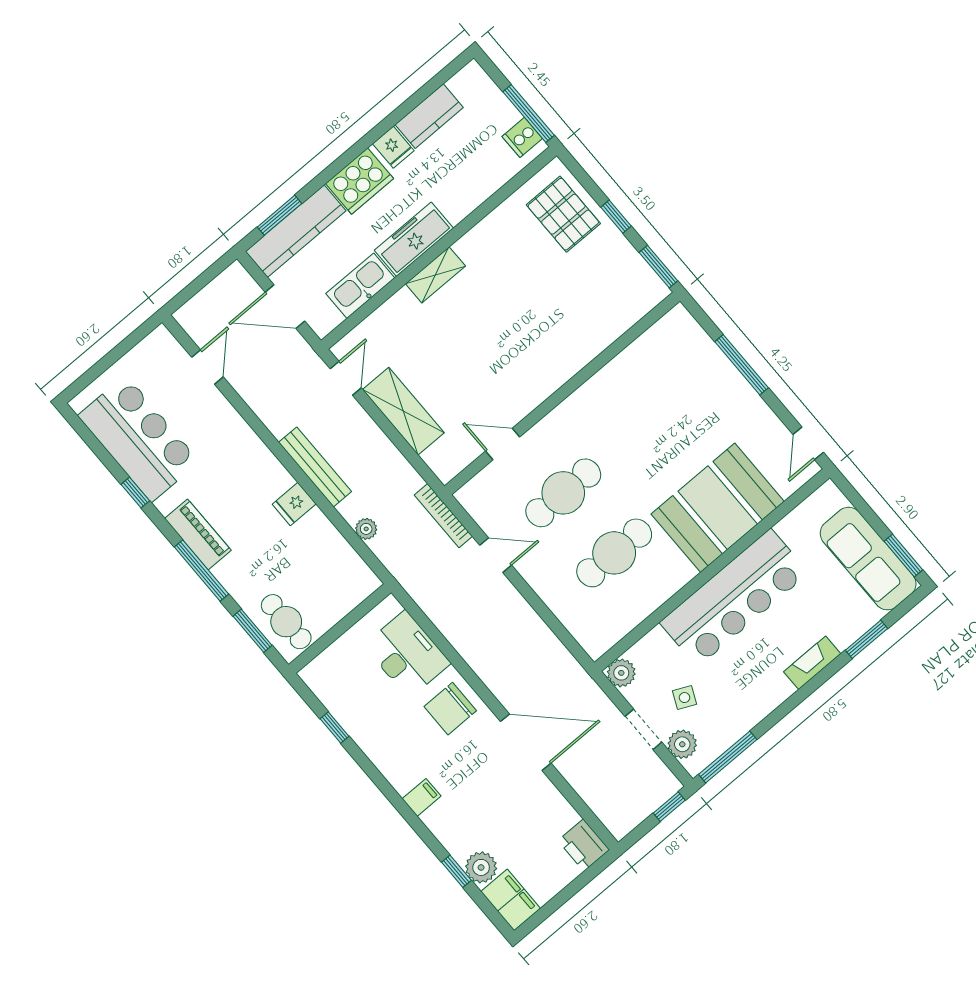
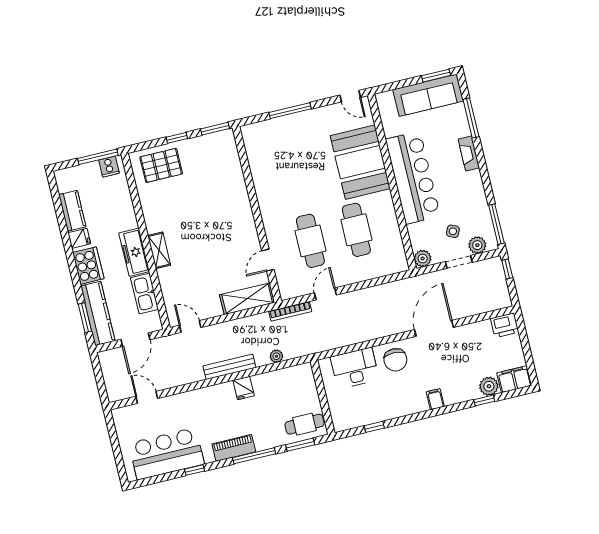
shelving: (403, 411) -> (247, 299), moved
window: (866, 639) -> (471, 118), width x1.44

